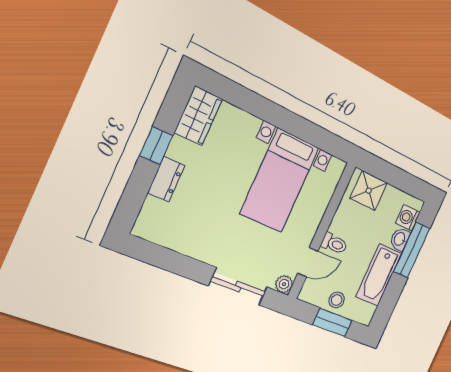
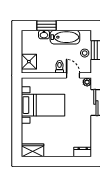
window: (156, 146) -> (52, 161), removed
dresser: (166, 179) -> (83, 152), moved
washing machine: (408, 218) -> (32, 35), removed
window: (412, 250) -> (46, 26), width x0.69

